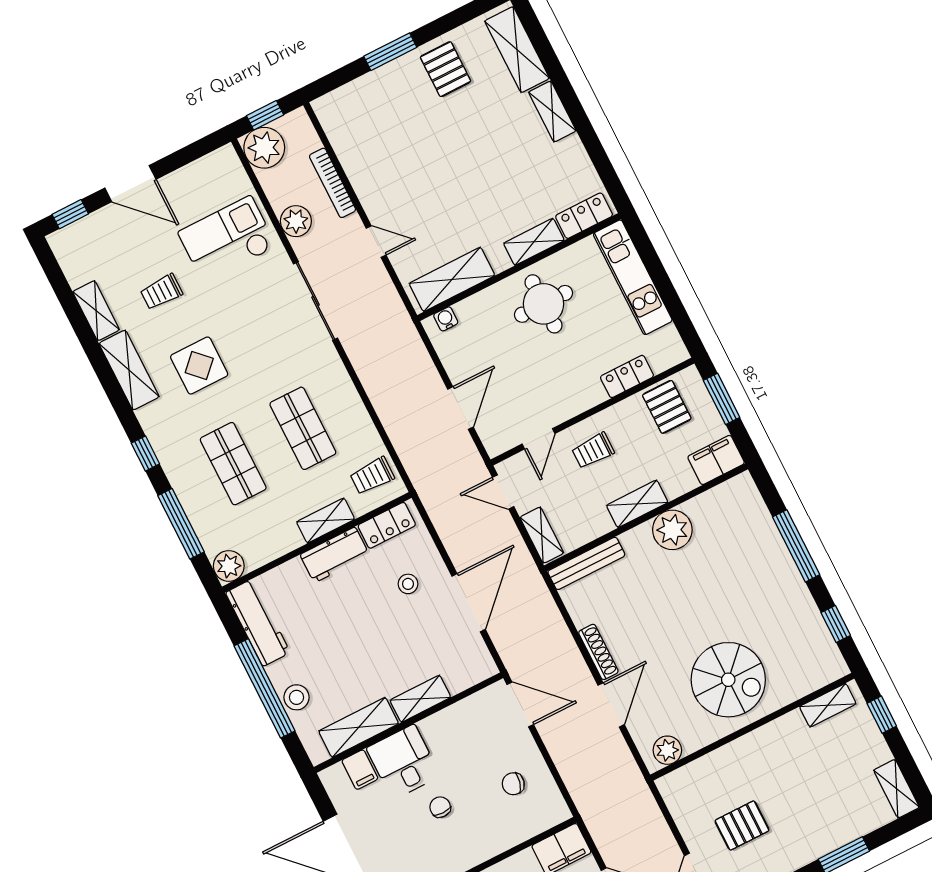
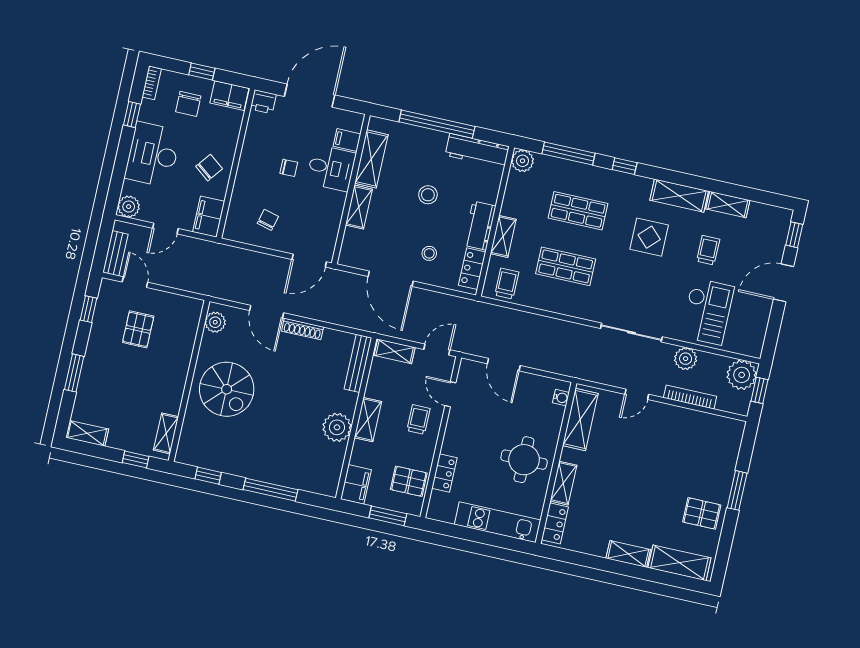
spiral stairs: (728, 680) -> (227, 389), turned -90
stool: (297, 697) -> (428, 195), moved

